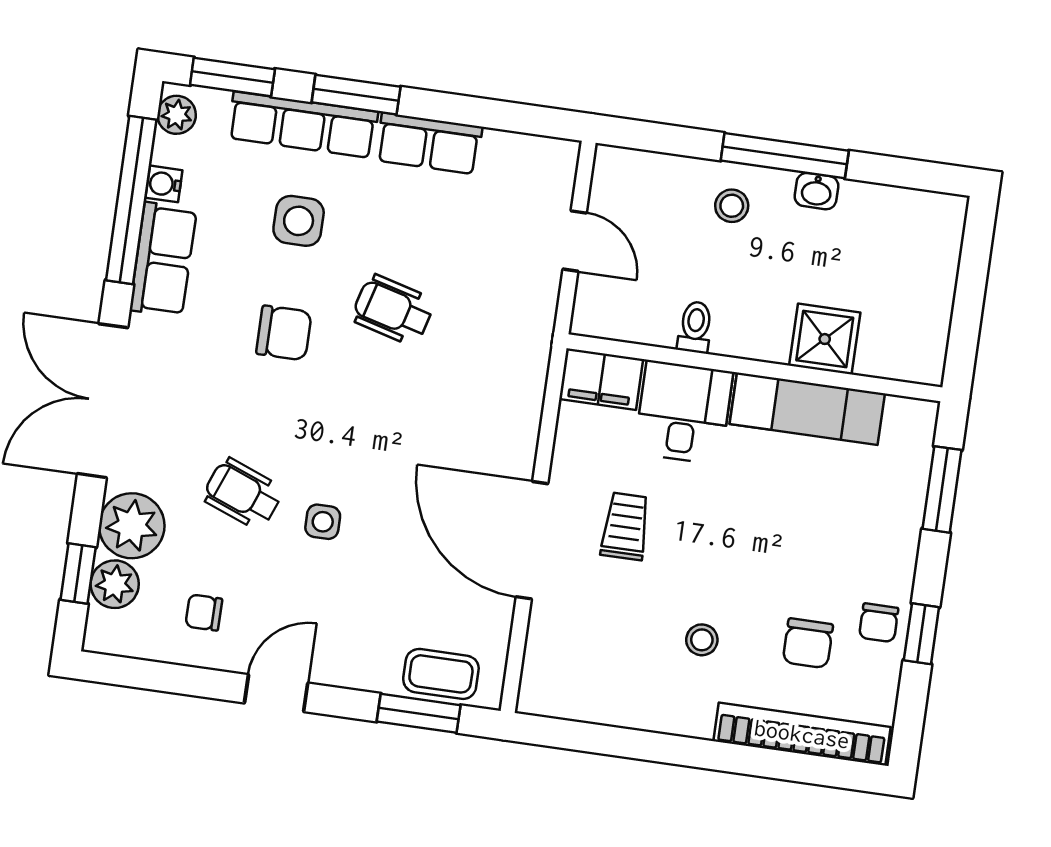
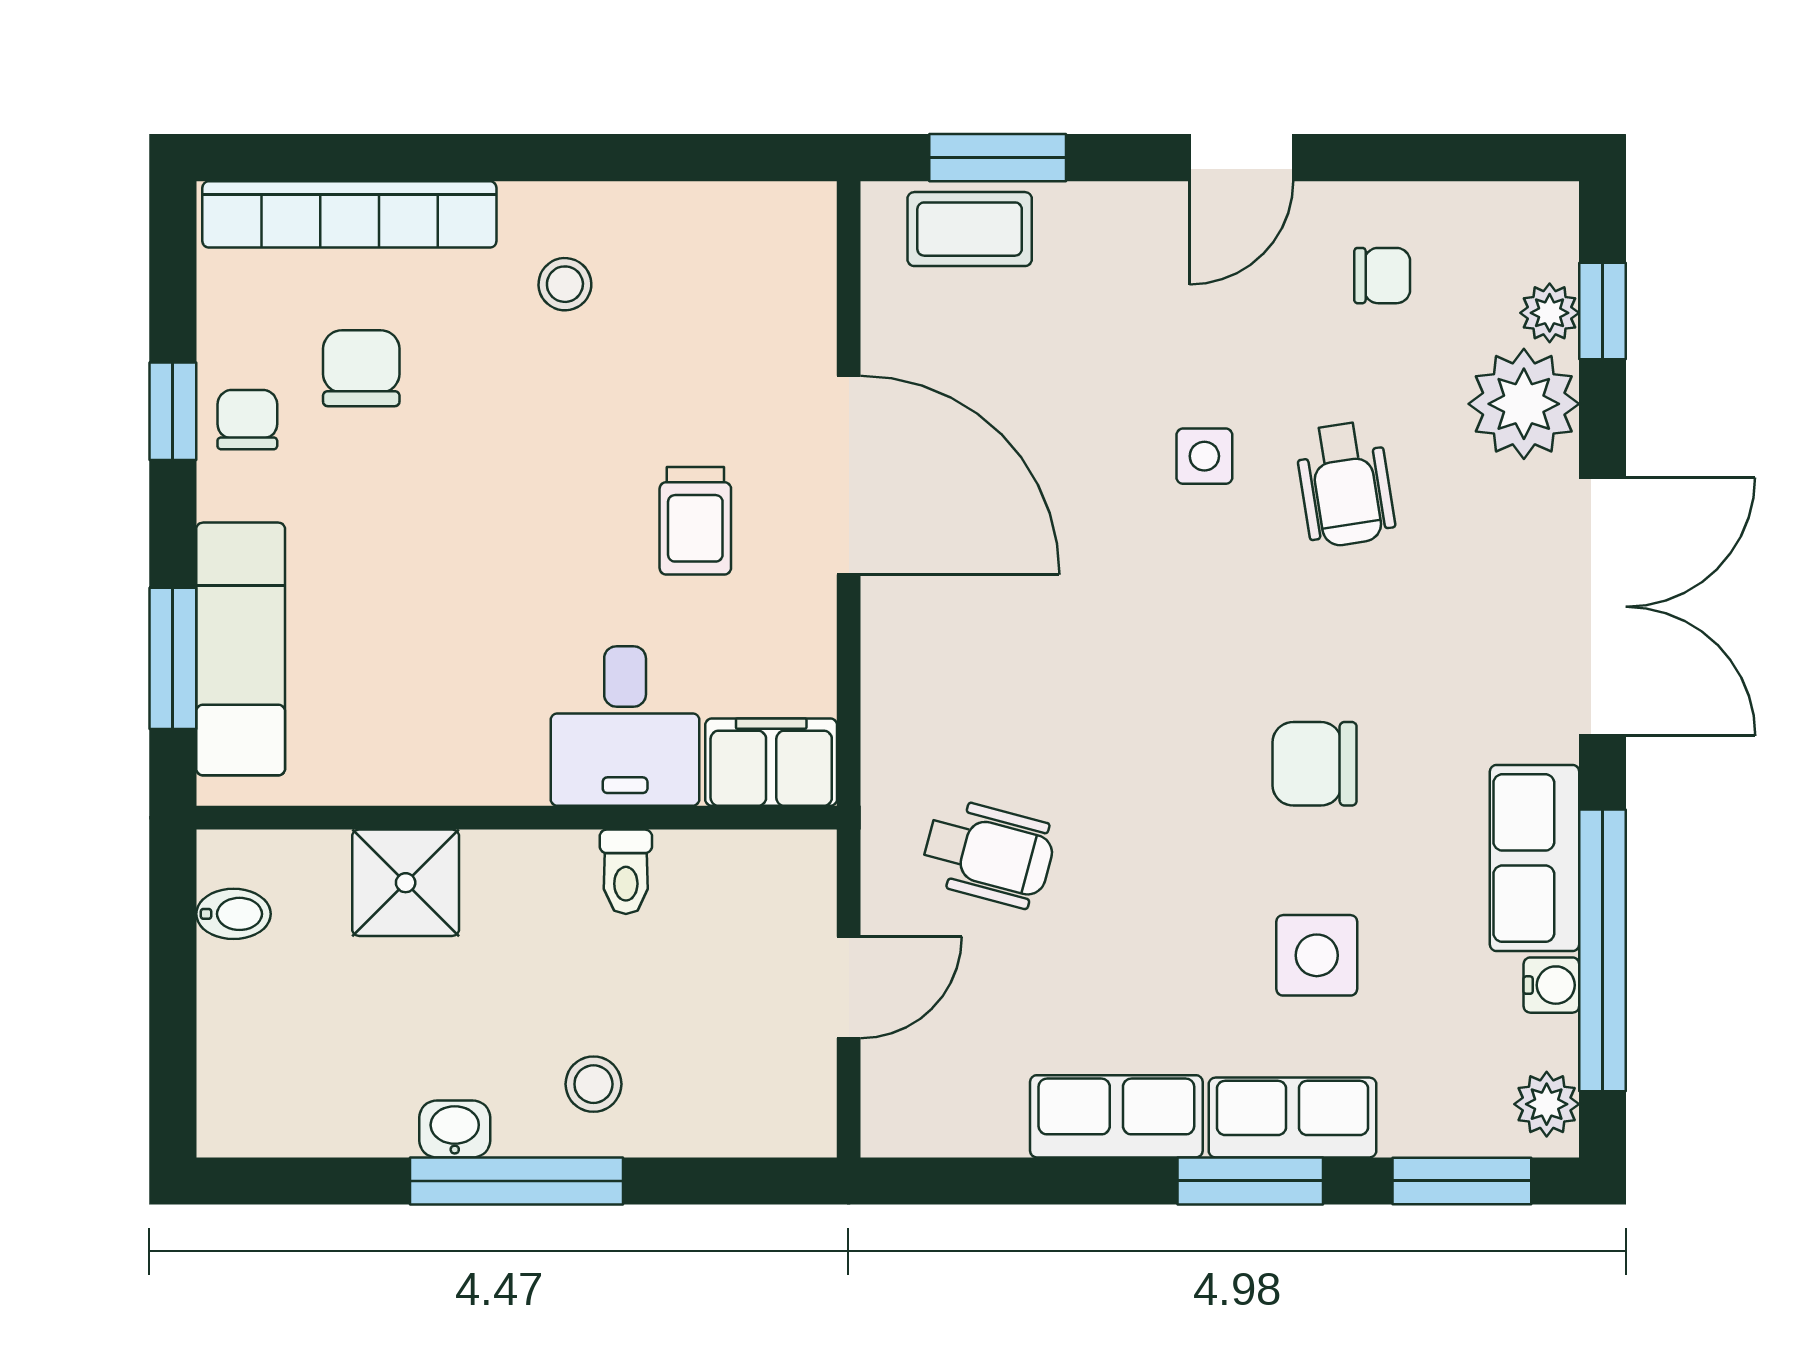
row of seats: (303, 125) -> (1292, 1117), width x0.68
door: (575, 241) -> (849, 987), swing flipped
wheelchair: (393, 310) -> (988, 853), moved
bidet: (928, 335) -> (234, 914), added
exam couch: (807, 409) -> (241, 649), moved, turned 90
wheelchair: (243, 494) -> (1345, 484), turned 60
plant: (115, 584) -> (1550, 313), width x0.73, depth x0.73
stool: (702, 640) -> (565, 284), moved

